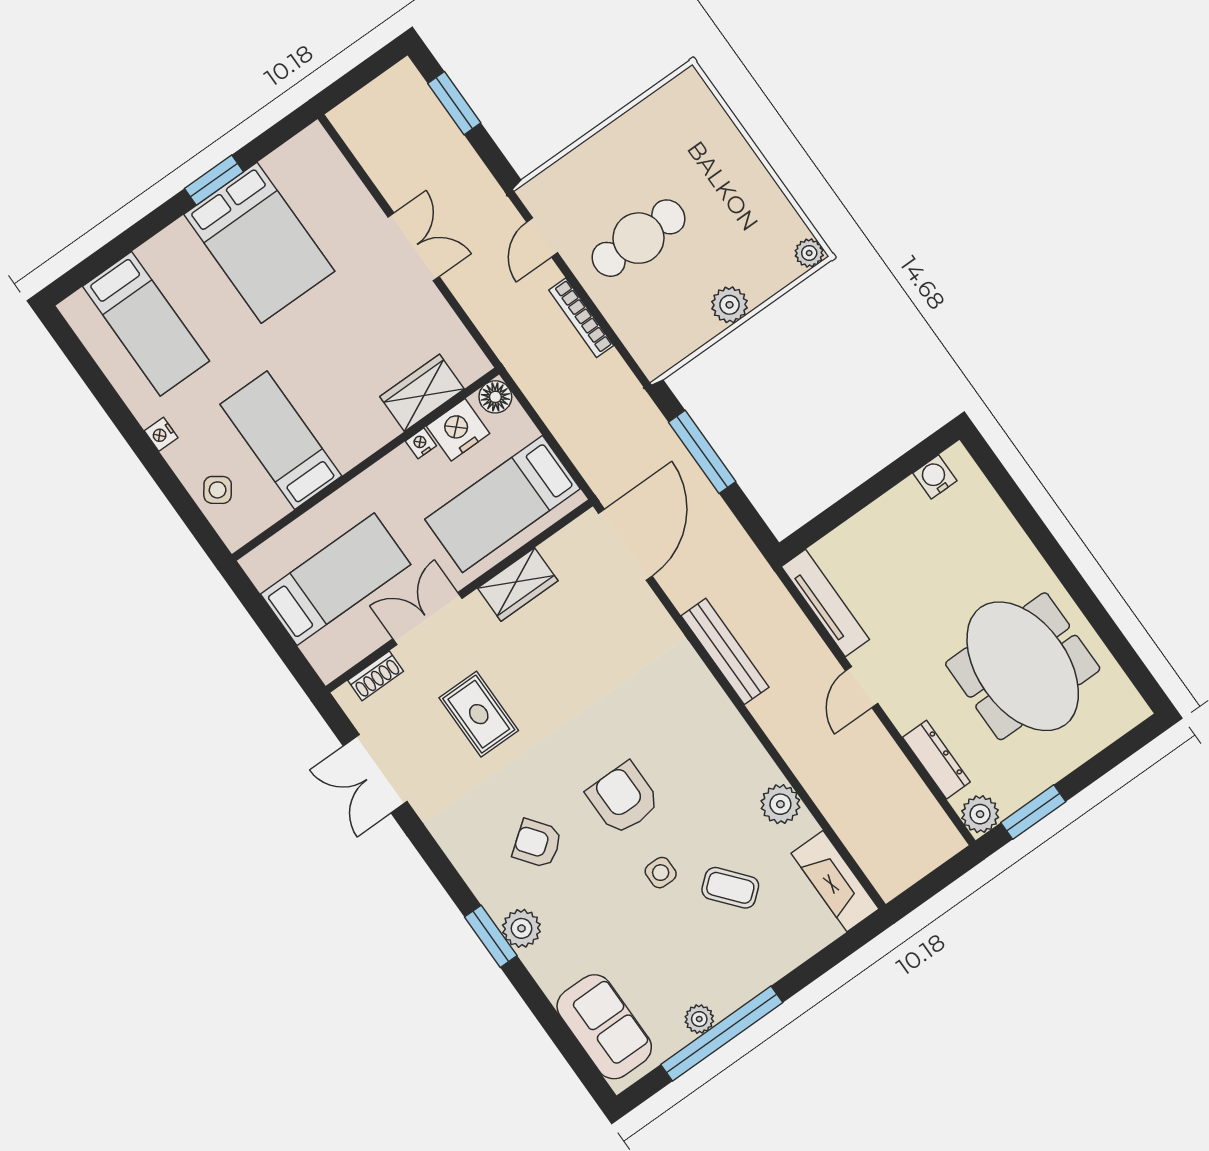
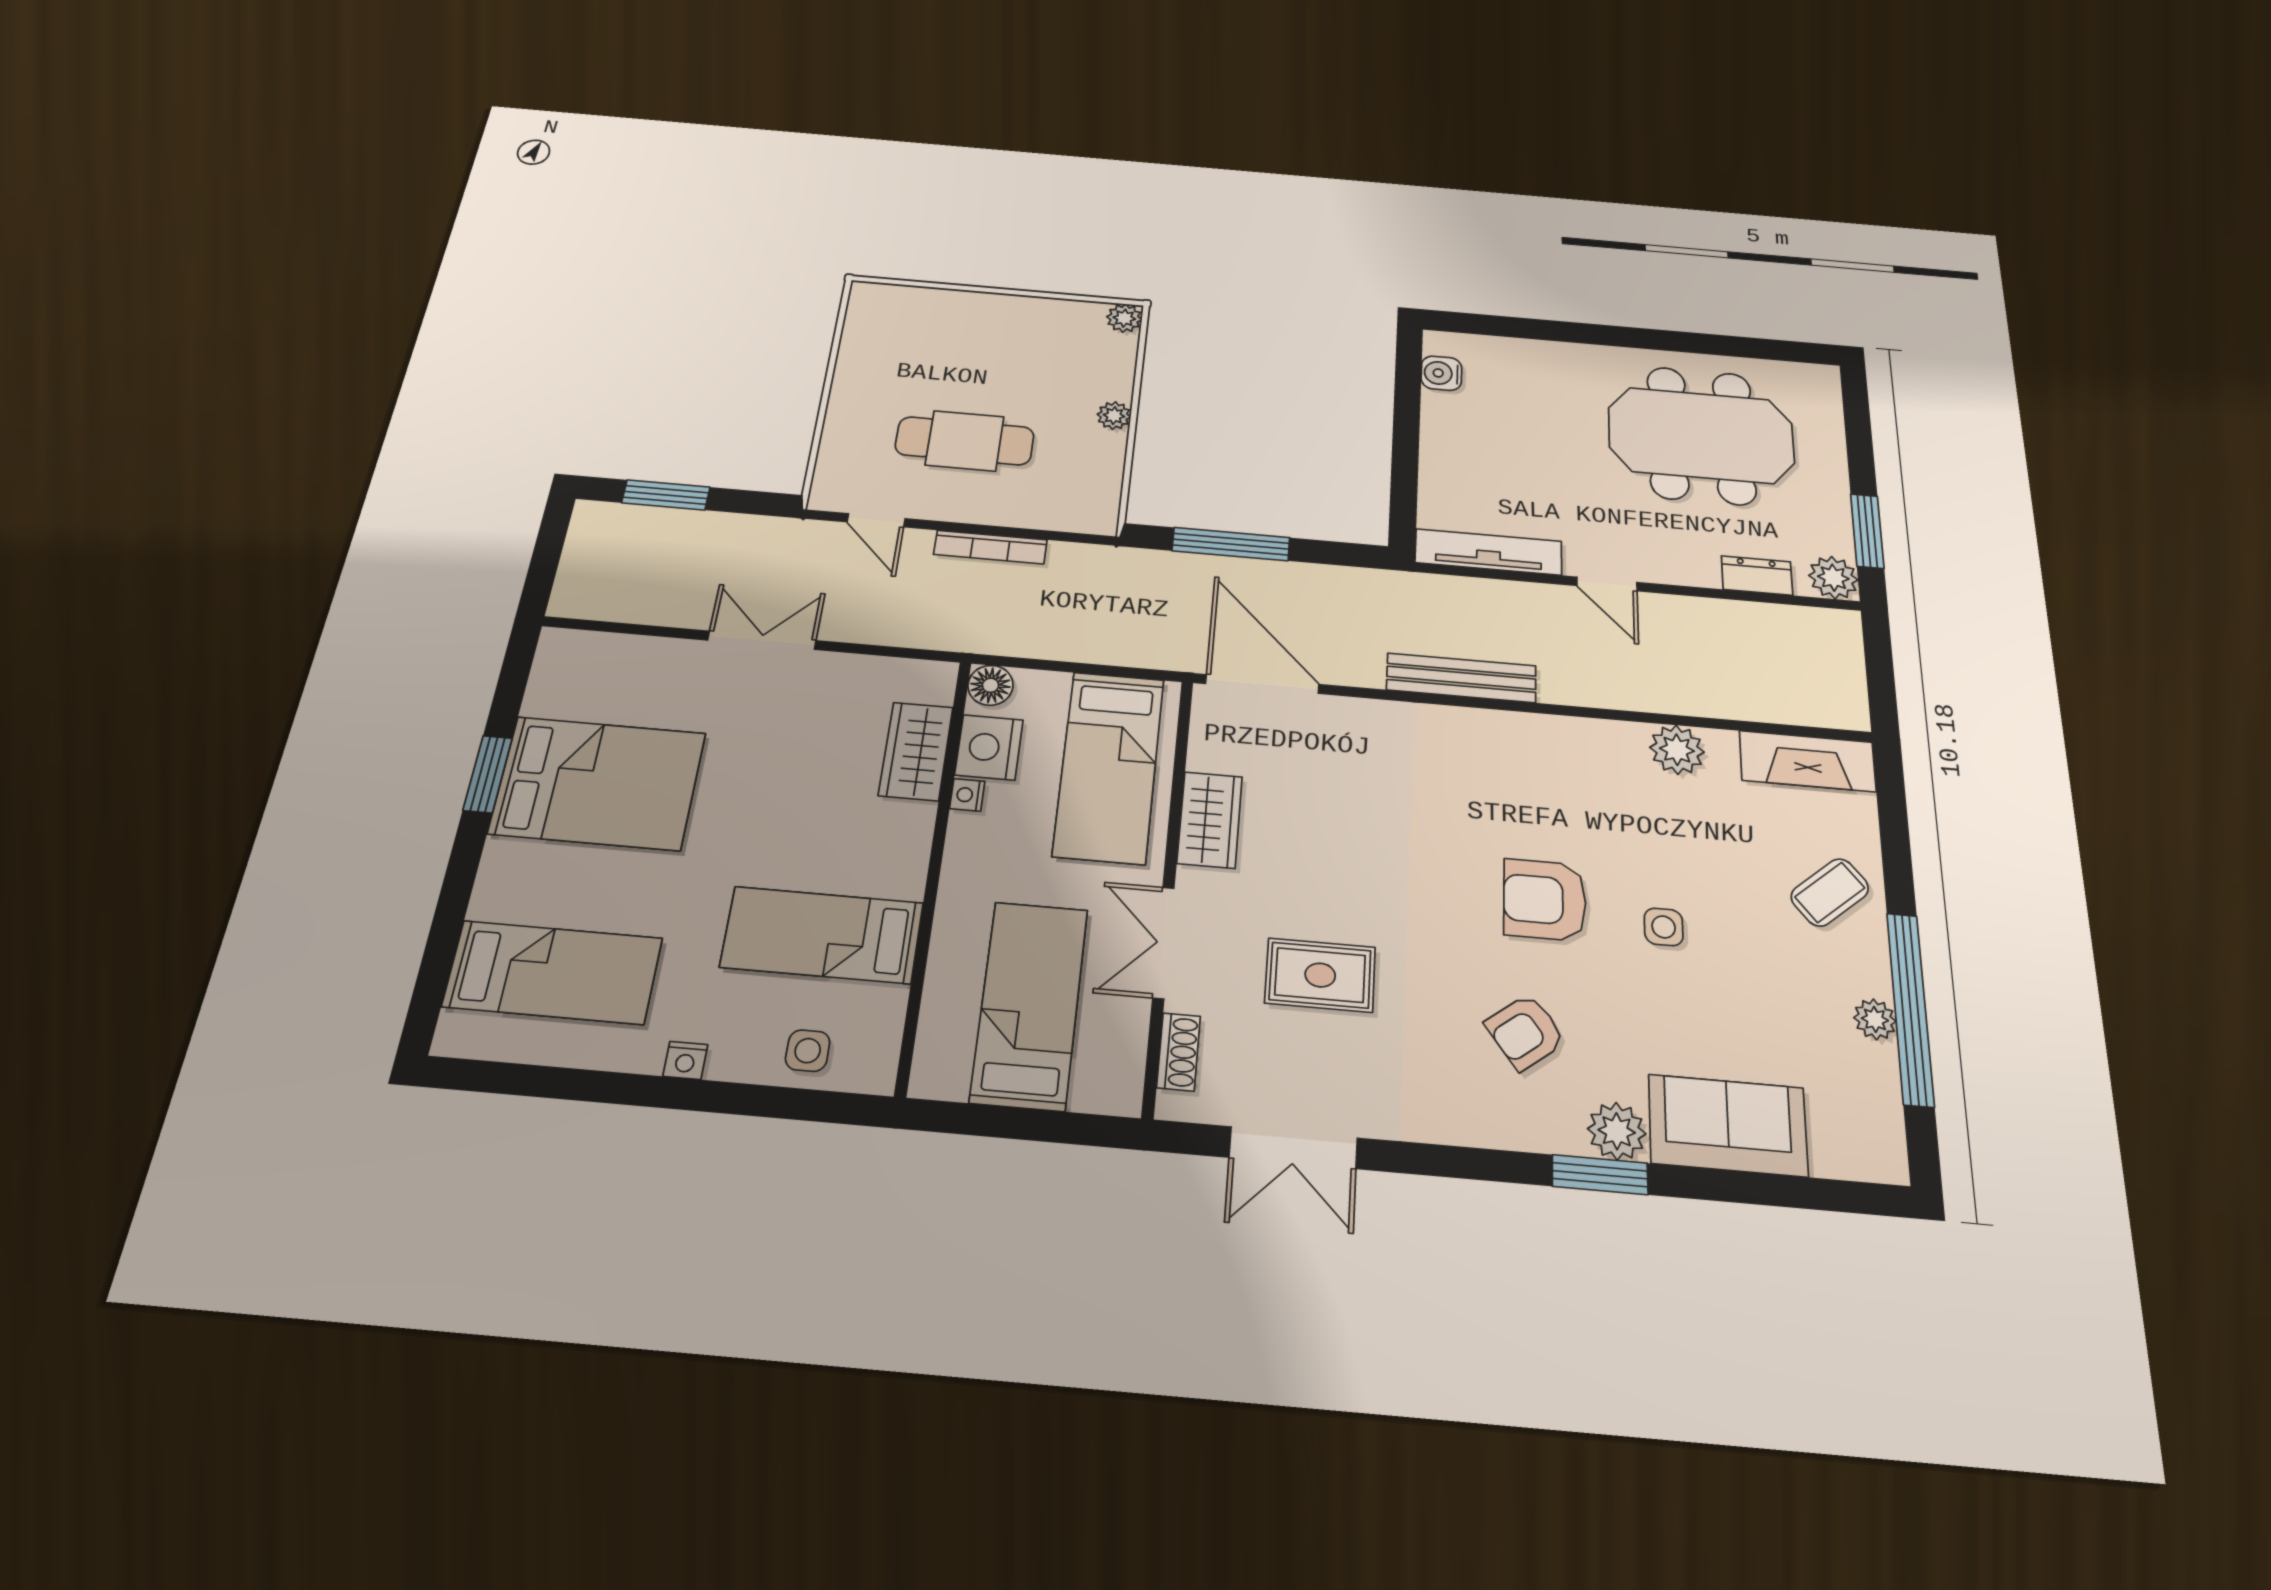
cafe table: (638, 238) -> (965, 441), turned 90
plant: (730, 305) -> (1114, 416), width x0.73, depth x0.73
side table: (218, 490) -> (808, 1051), turned -36
dresser: (936, 760) -> (1757, 575), width x0.70
coffee table: (730, 888) -> (1830, 892), moved
sofa: (604, 1027) -> (1728, 1125), moved

